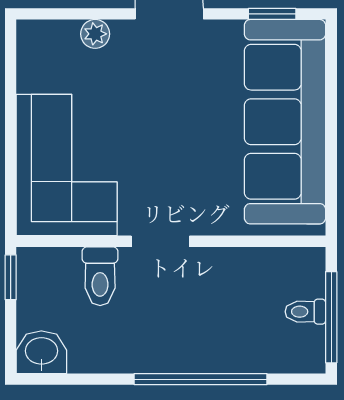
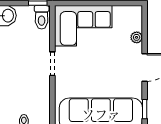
toilet: (100, 276) -> (42, 17), moved, turned -90

